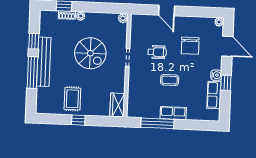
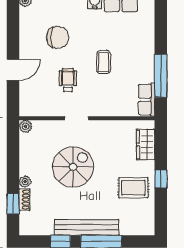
wardrobe: (117, 105) -> (146, 144), moved, turned 90
row of seats: (173, 113) -> (147, 100), moved

